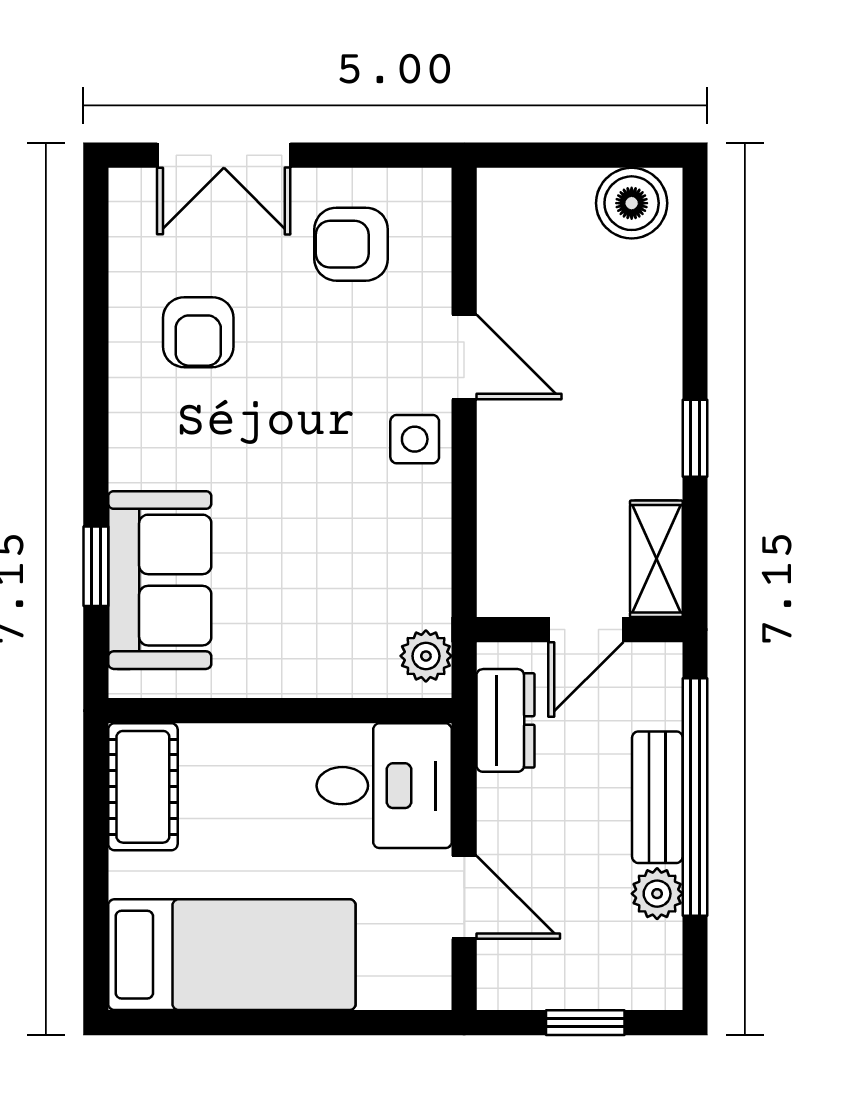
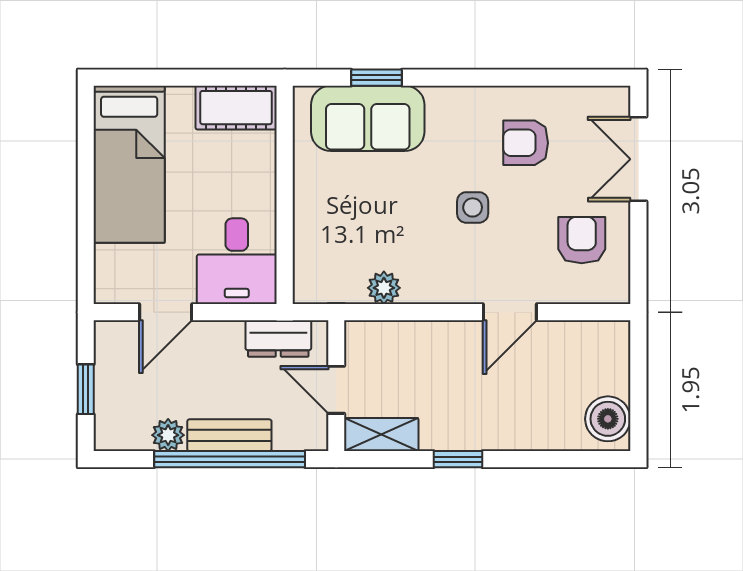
side table: (415, 439) -> (473, 207), moved
plant: (426, 656) -> (384, 288), moved

